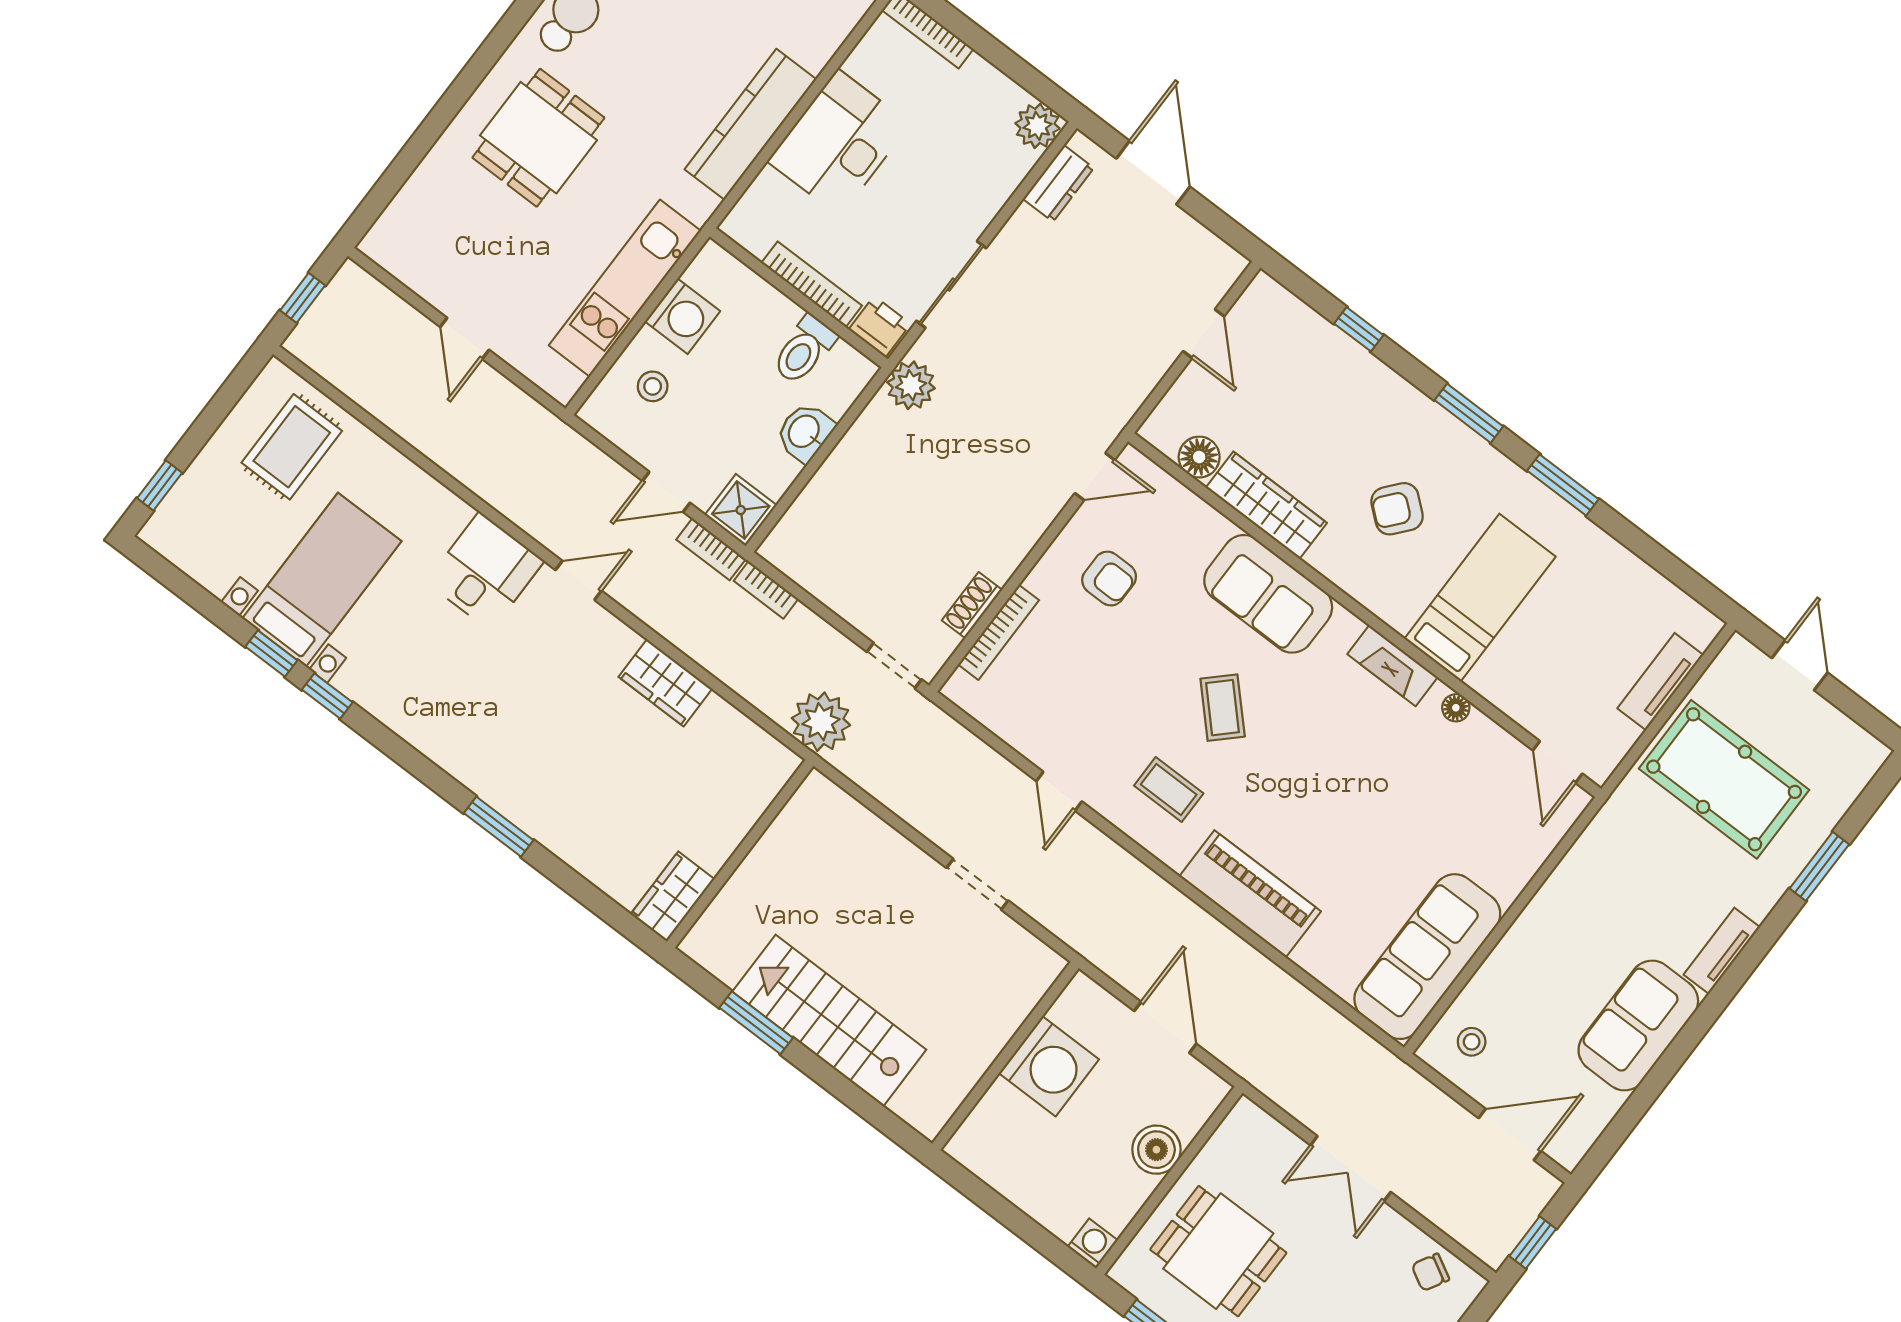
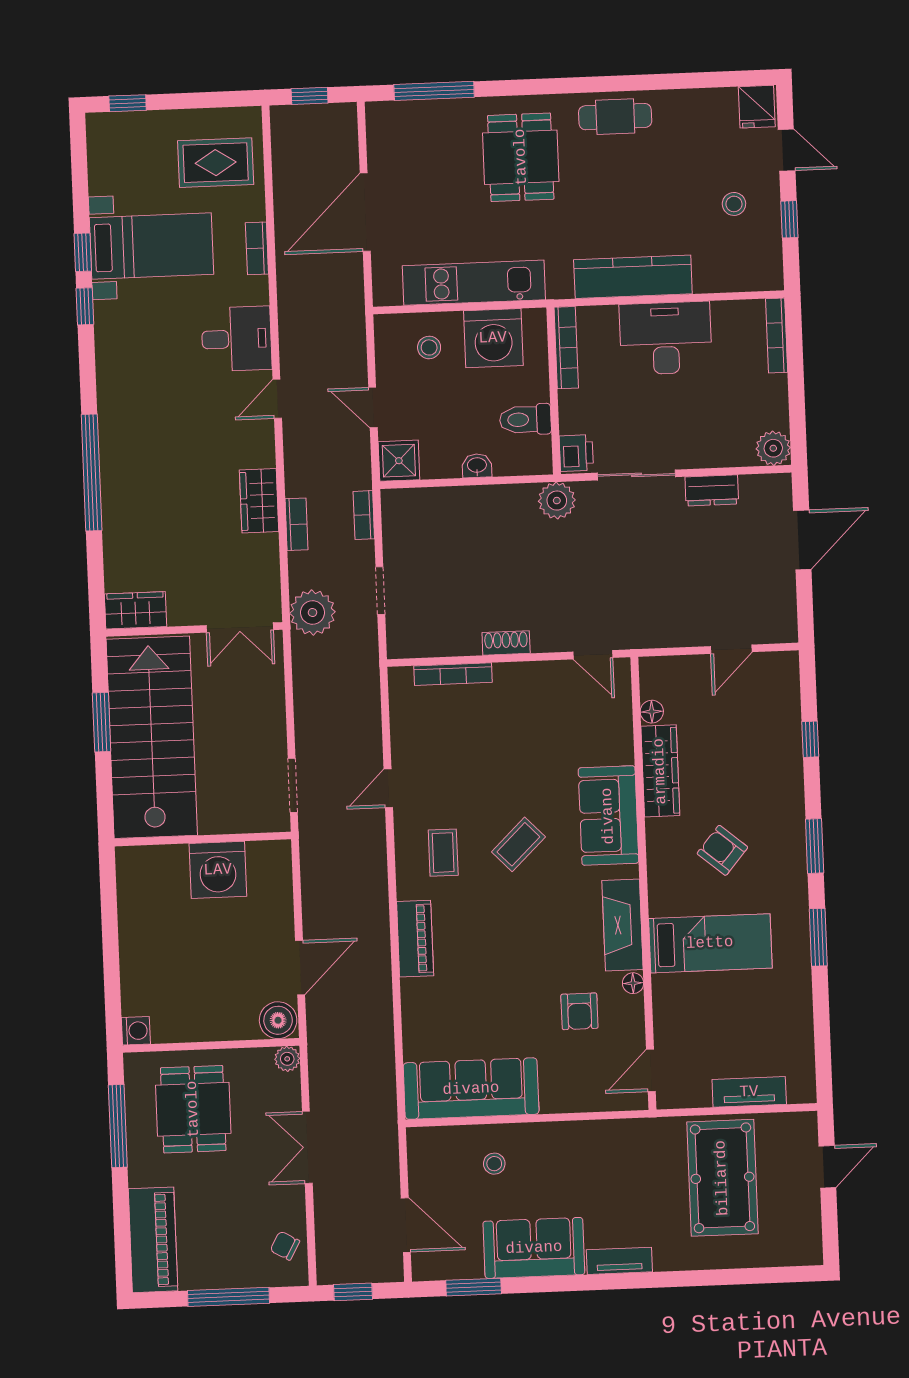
dining table: (538, 138) -> (521, 157), turned 90
window: (401, 169) -> (434, 91), added
dresser: (1058, 183) -> (712, 490), moved
bookcase: (812, 284) -> (566, 348), moved
washing machine: (682, 316) -> (493, 338), width x1.37, depth x1.37
door: (465, 338) -> (365, 212), width x1.87
washbasin: (805, 432) -> (477, 466), width x0.72, depth x0.69
floor lamp: (1199, 457) -> (652, 712), width x0.73, depth x0.73
bookcase: (411, 476) -> (257, 248), added
bookcase: (711, 549) -> (296, 524), moved, turned 180
armchair: (1109, 579) -> (579, 1011), moved
door: (578, 580) -> (277, 399), swing flipped
shoe rack: (972, 605) -> (506, 643), moved
doorway: (894, 666) -> (380, 591), moved
fireplace: (1393, 666) -> (622, 925), width x1.37, depth x1.32
double door: (776, 807) -> (240, 628), added
window: (499, 827) -> (92, 473), width x2.11
window: (1819, 866) -> (474, 1287), moved
piano: (1250, 894) -> (415, 939), width x0.73, depth x0.75
stairs: (829, 1021) -> (152, 737), width x1.36, depth x1.51
stool: (1472, 1042) -> (494, 1164), moved
wall: (1006, 1056) -> (203, 839), moved
washing machine: (1049, 1066) -> (218, 870), moved
plant: (1246, 1116) -> (287, 1059), added
boiler: (1156, 1150) -> (278, 1020), moved

